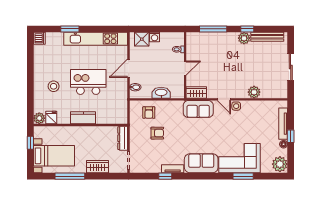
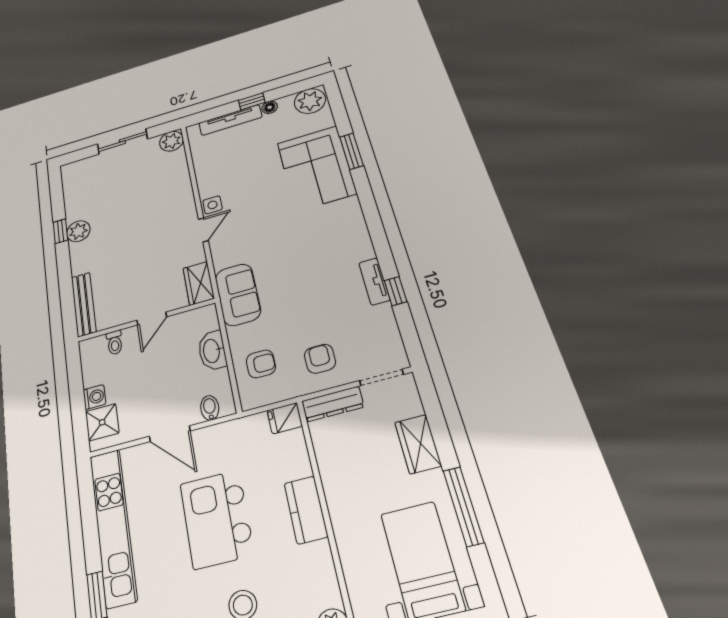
window: (213, 29) -> (66, 289), removed
bench: (267, 37) -> (84, 304), moved
door: (185, 68) -> (152, 319), swing flipped
plant: (254, 92) -> (171, 141), moved
sofa: (198, 109) -> (238, 295), moved
fridge: (51, 117) -> (285, 418), moved
armchair: (157, 133) -> (320, 359), moved
sofa: (201, 163) -> (346, 231), removed

